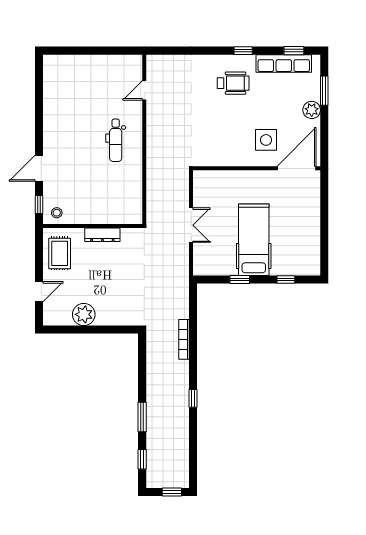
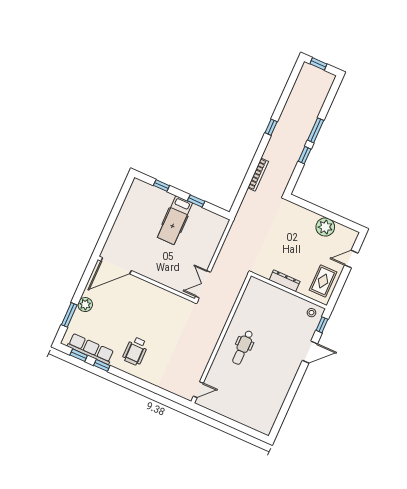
window: (243, 51) -> (102, 365), moved
wheelchair: (233, 83) -> (135, 351), turned -90
door: (144, 90) -> (198, 390), moved
dental chair: (116, 140) -> (243, 347), turned 180
side table: (266, 140) -> (130, 297), removed
double door: (191, 225) -> (203, 284), moved
hospital bed: (254, 240) -> (175, 220), width x0.73, depth x0.78
window: (142, 459) -> (305, 155), moved

